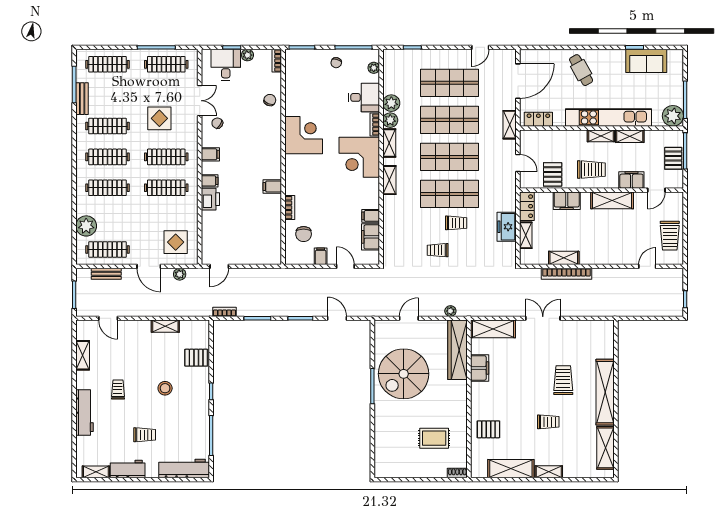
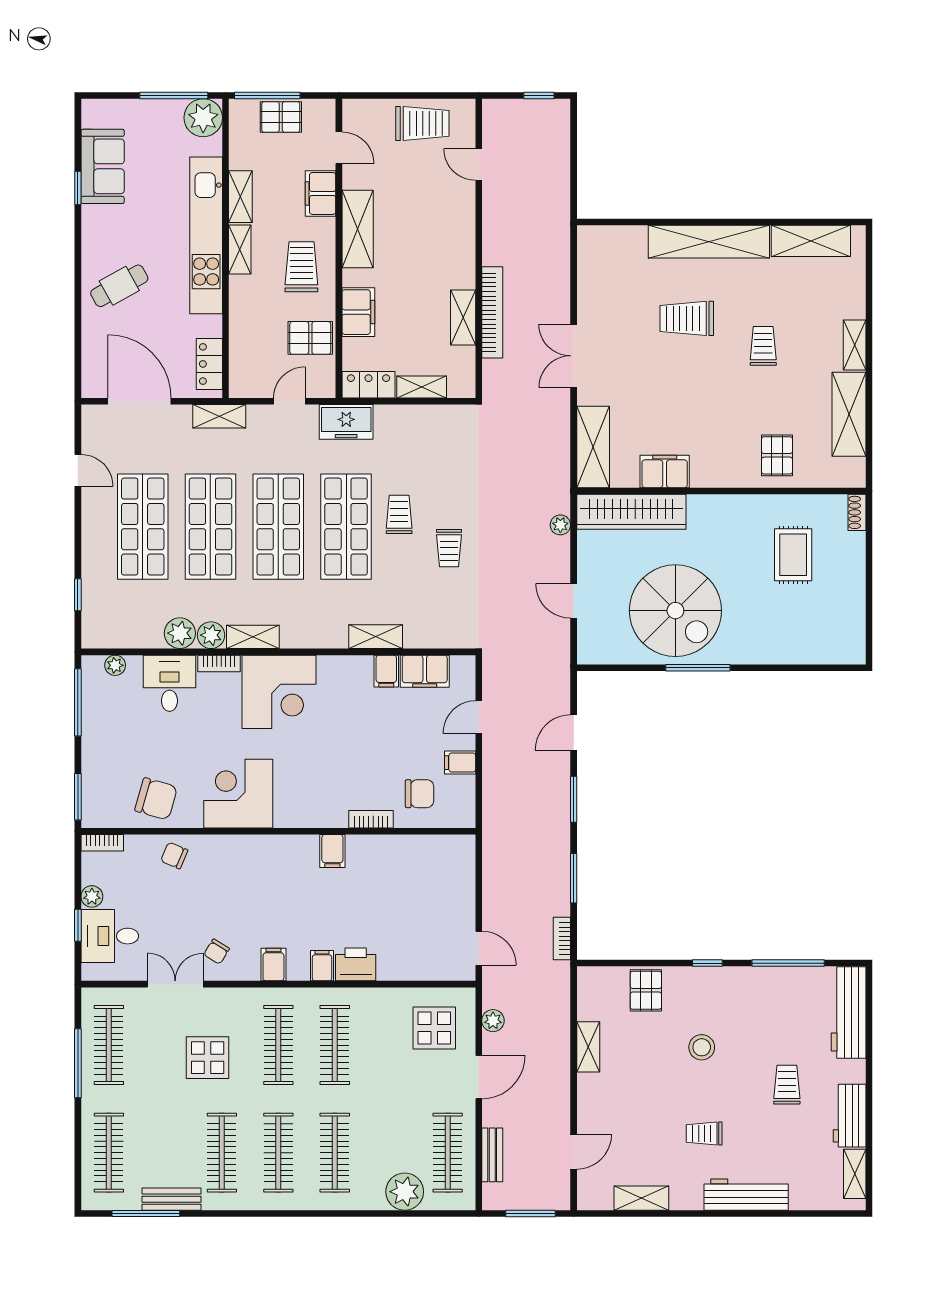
chair: (336, 63) -> (156, 799), moved, width x1.87, depth x1.87
shelving: (389, 180) -> (376, 637), moved
freezer: (507, 227) -> (346, 422), moved

